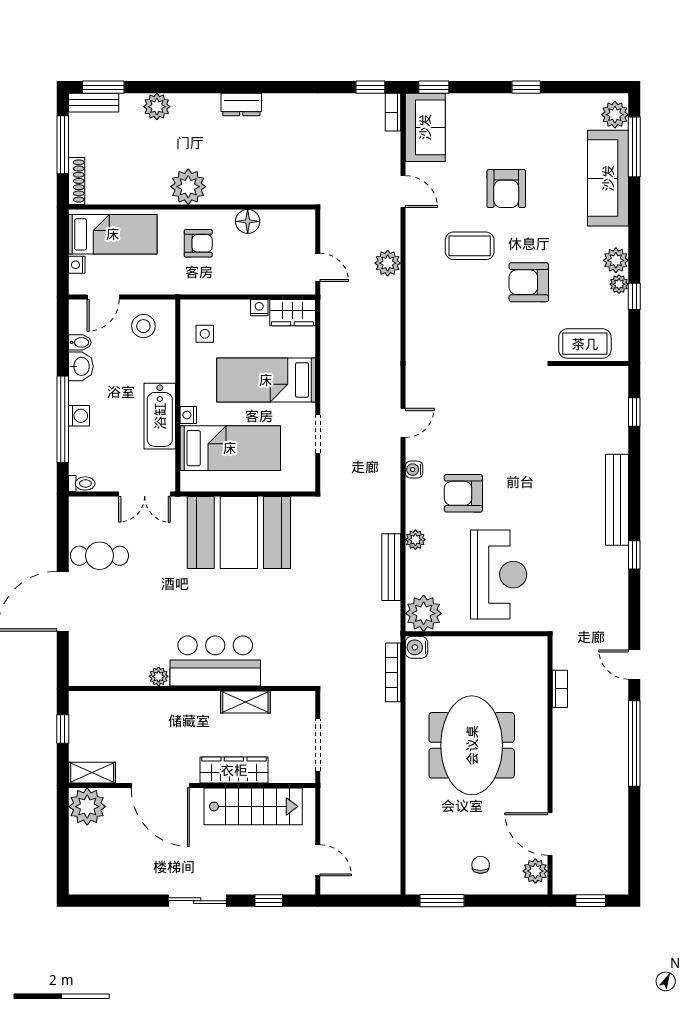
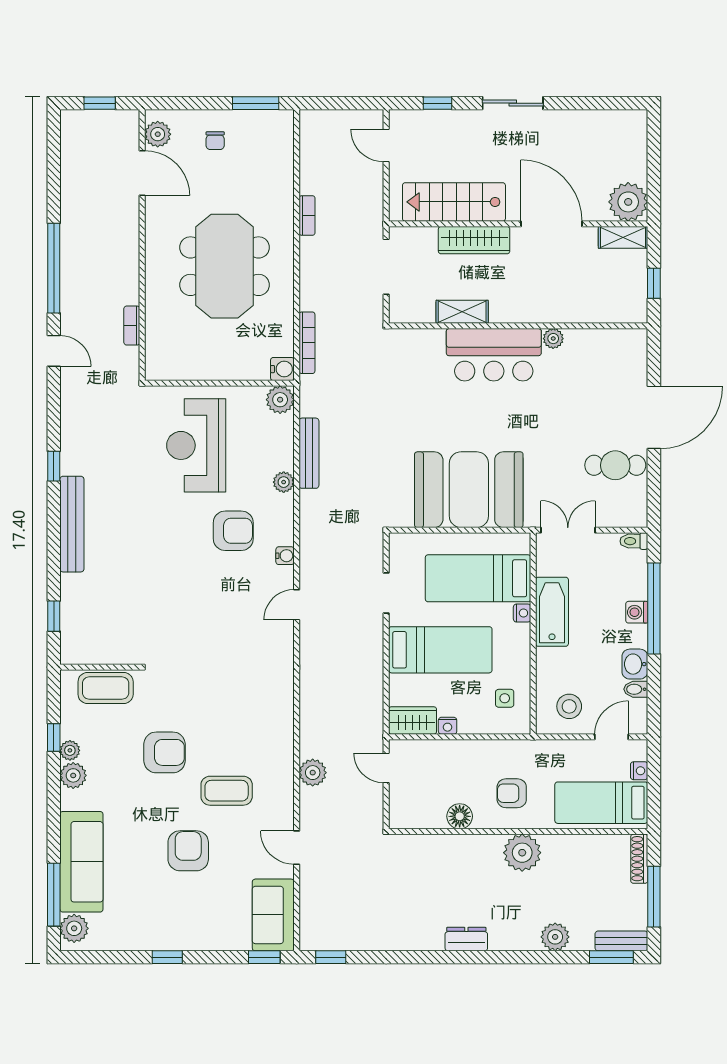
bookcase: (393, 112) -> (307, 215), moved
plant: (424, 613) -> (280, 400), width x0.73, depth x0.73

